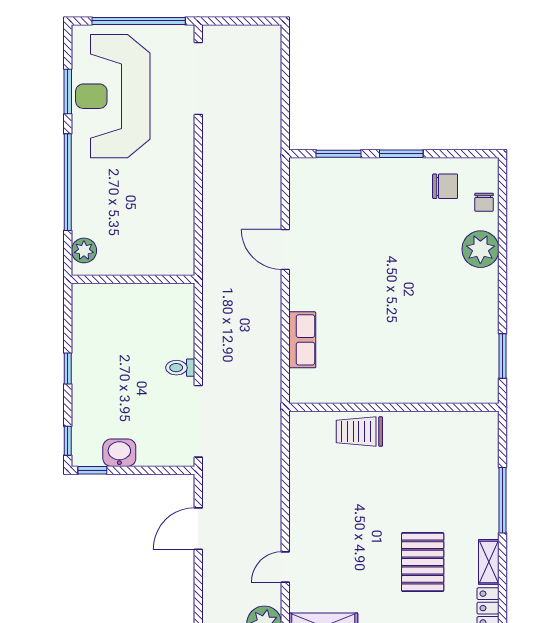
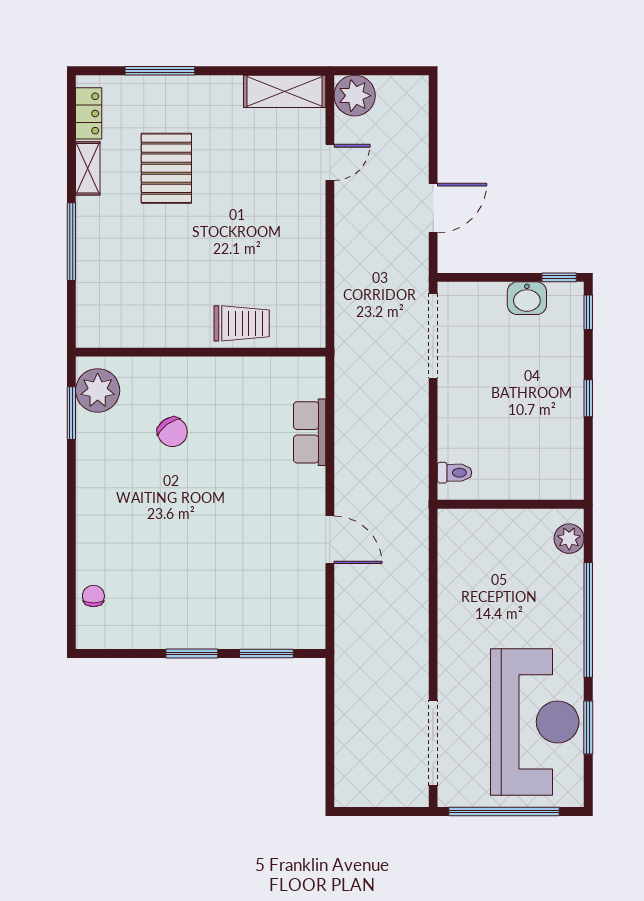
chair: (445, 186) -> (172, 432), moved, turned -126
plant: (480, 249) -> (98, 390), moved
toilet: (180, 368) -> (455, 473), moved

